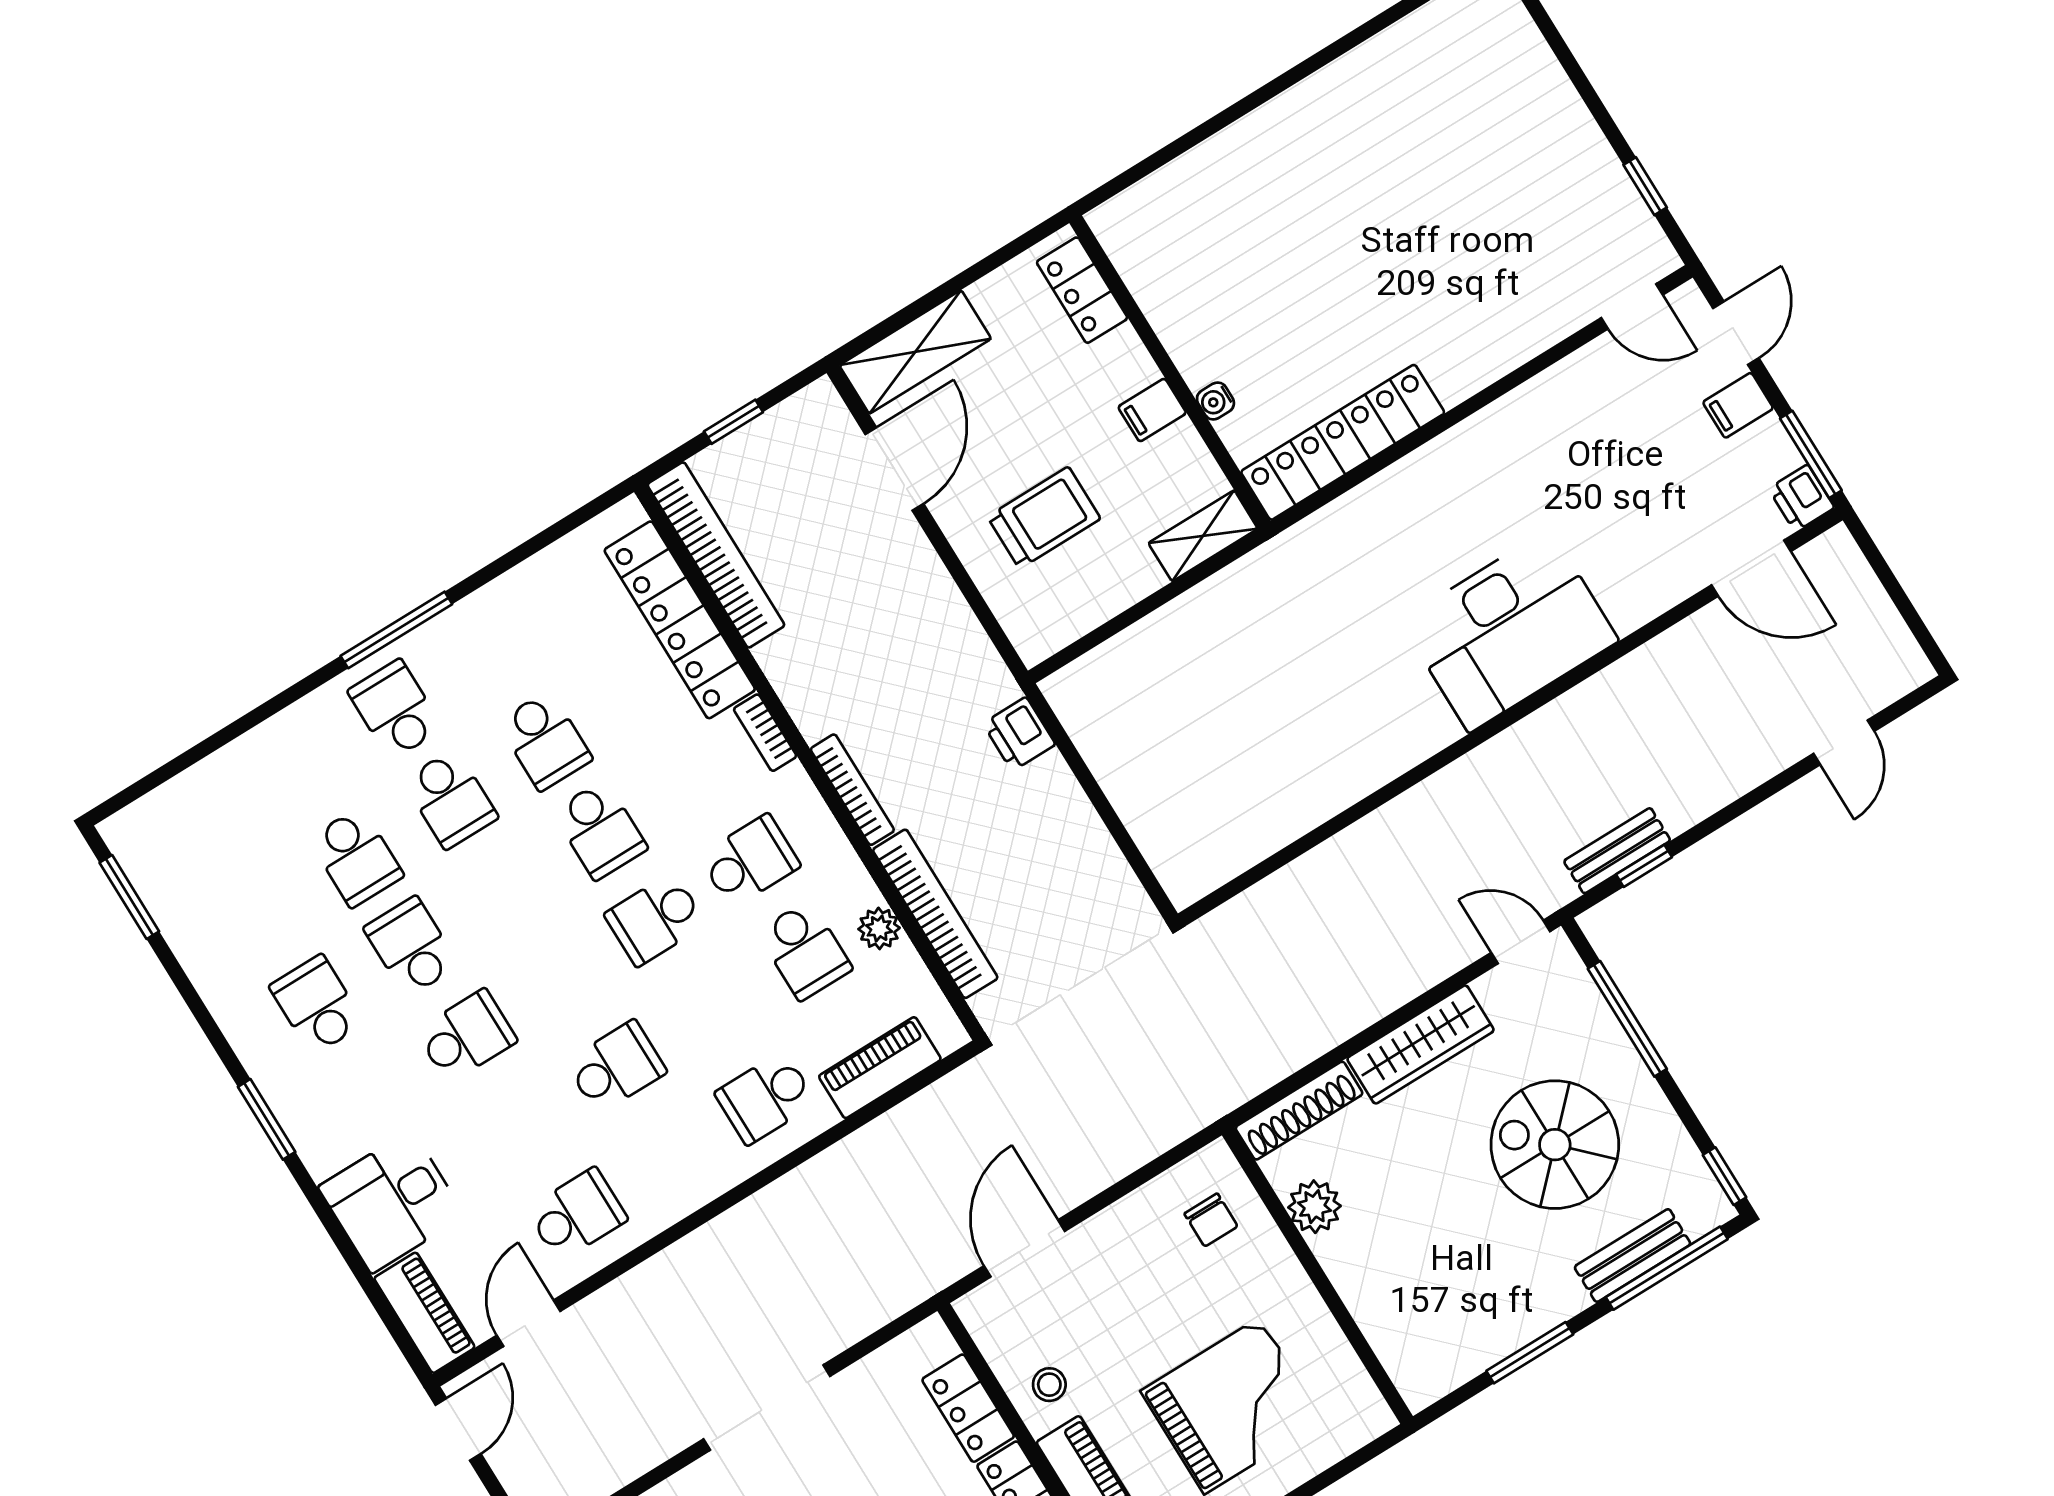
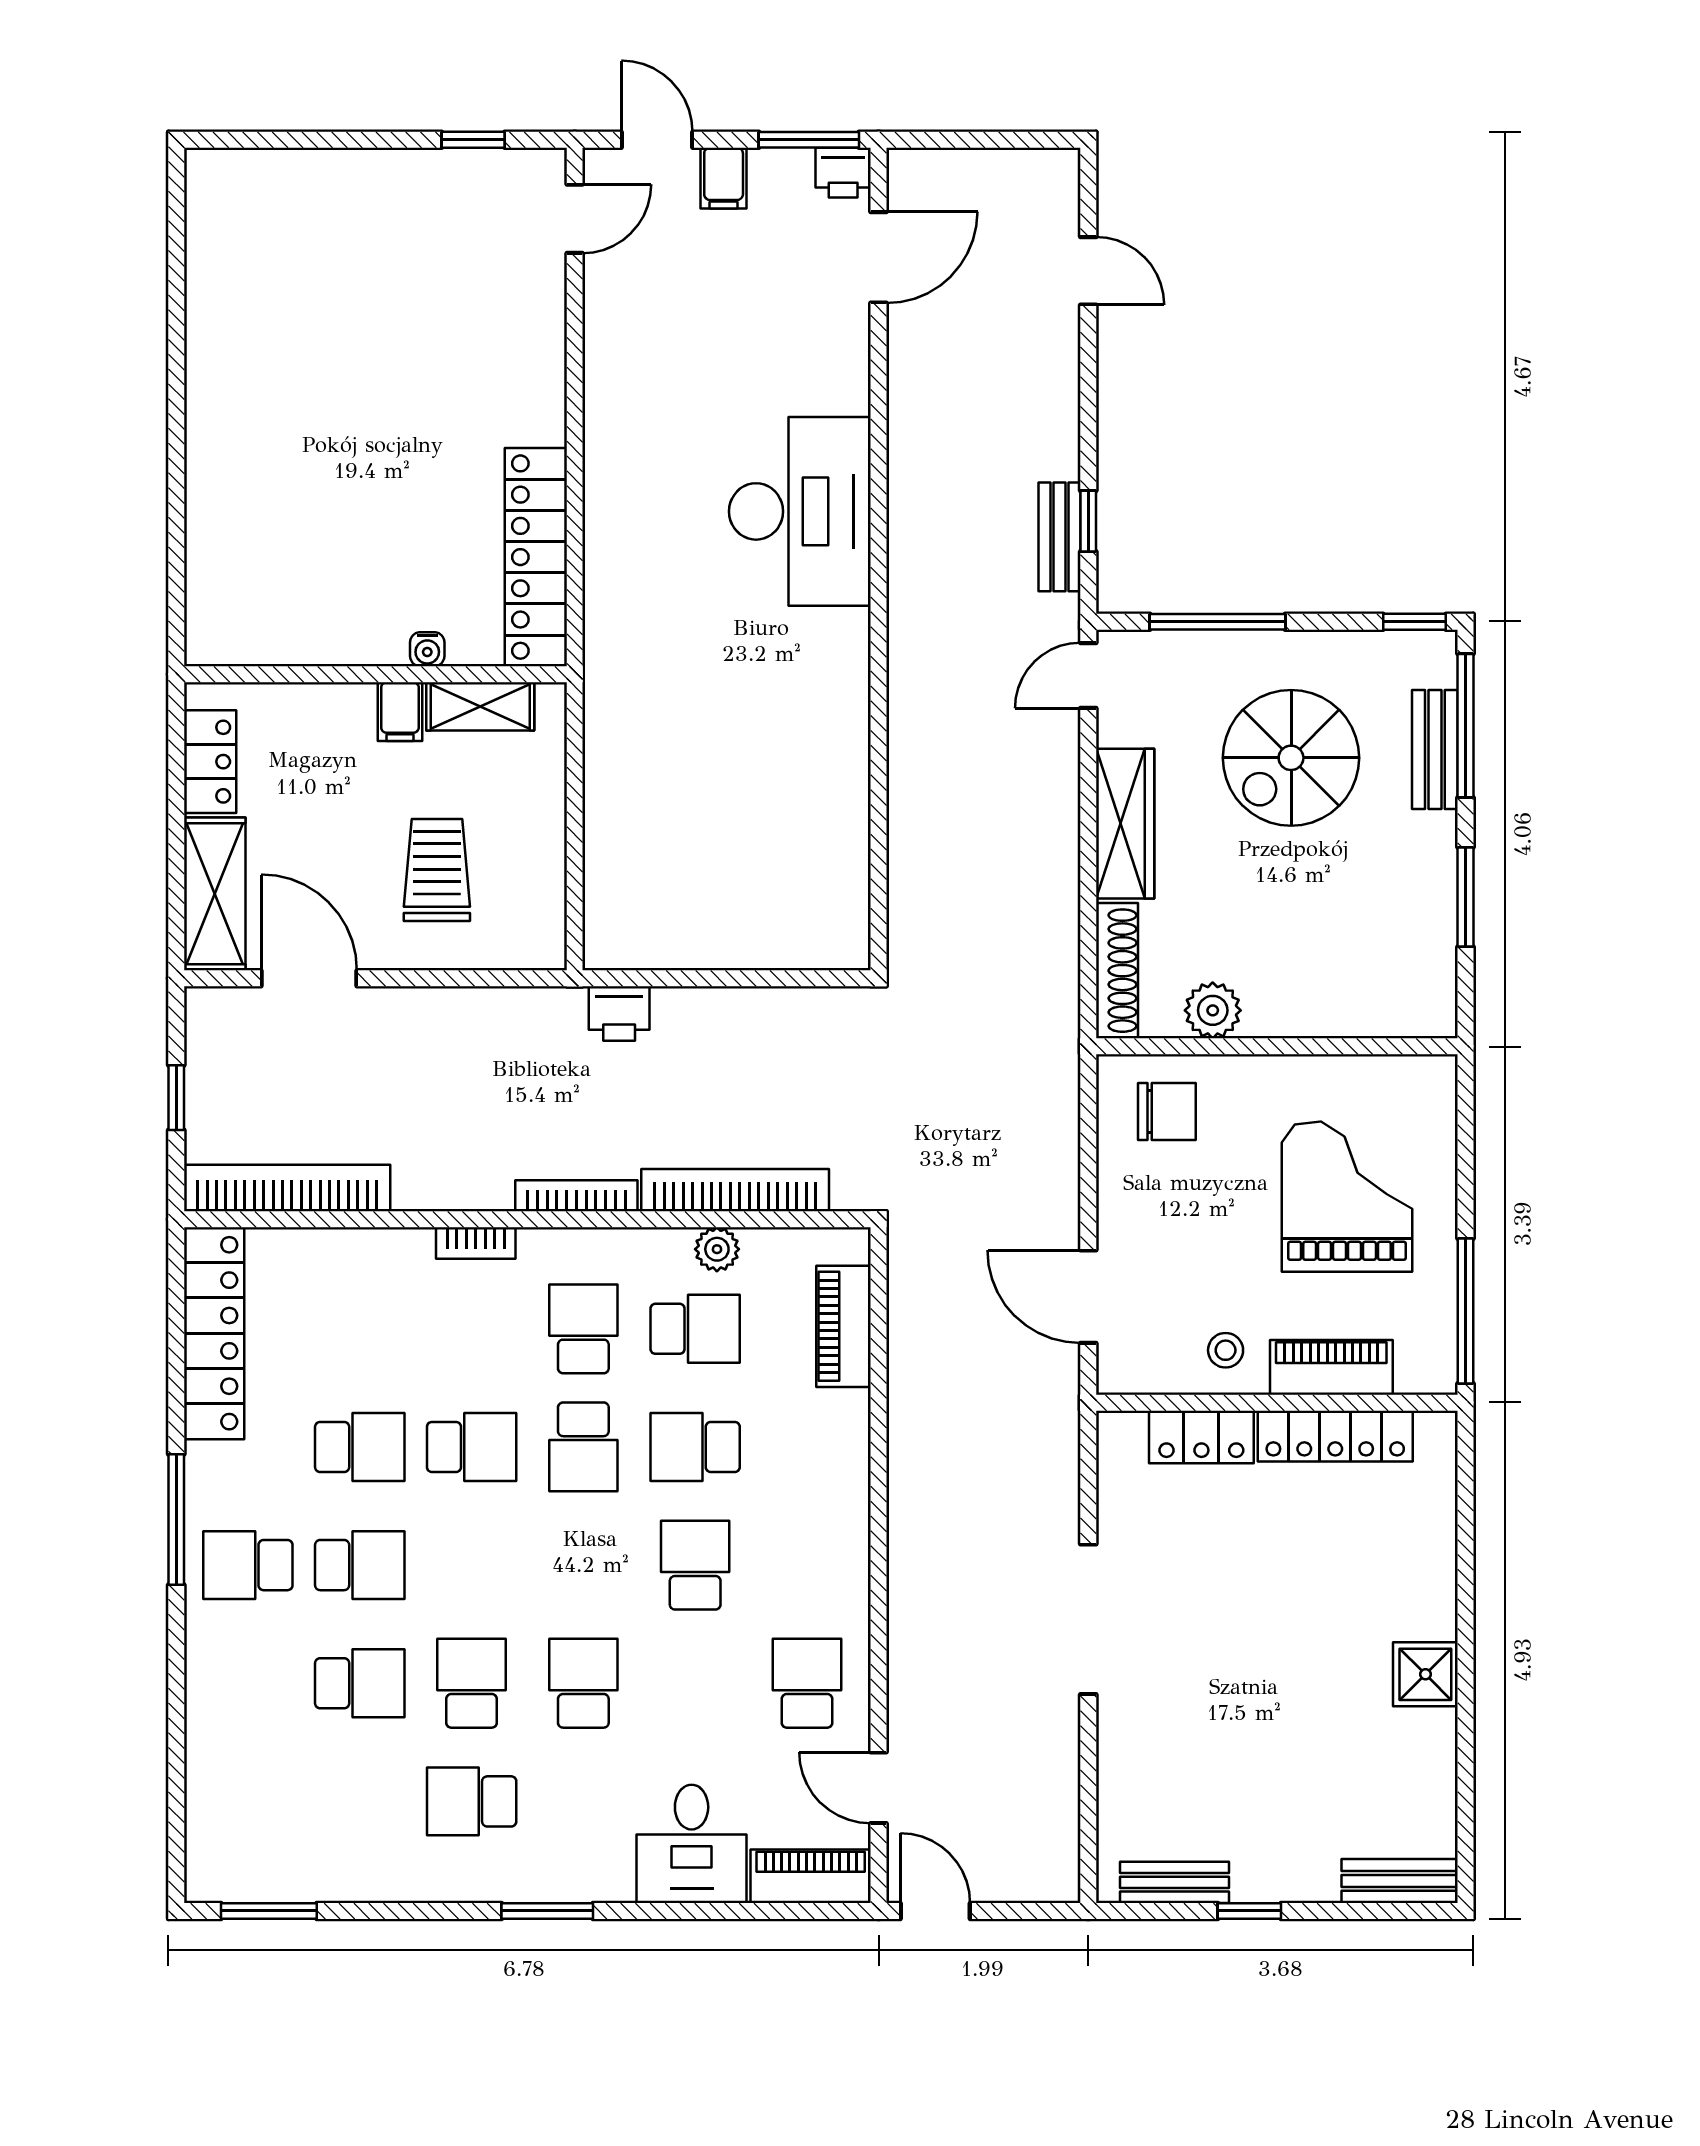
locker: (1082, 290) -> (210, 762), moved, turned -90
shelving: (1203, 536) -> (480, 706), moved, turned 90
locker: (680, 620) -> (214, 1333), moved, turned -90
school desk: (411, 947) -> (472, 1683), turned 90
school desk: (766, 1098) -> (695, 1447), moved, turned 90
chair: (1211, 1220) -> (1167, 1112), width x1.37, depth x1.37

